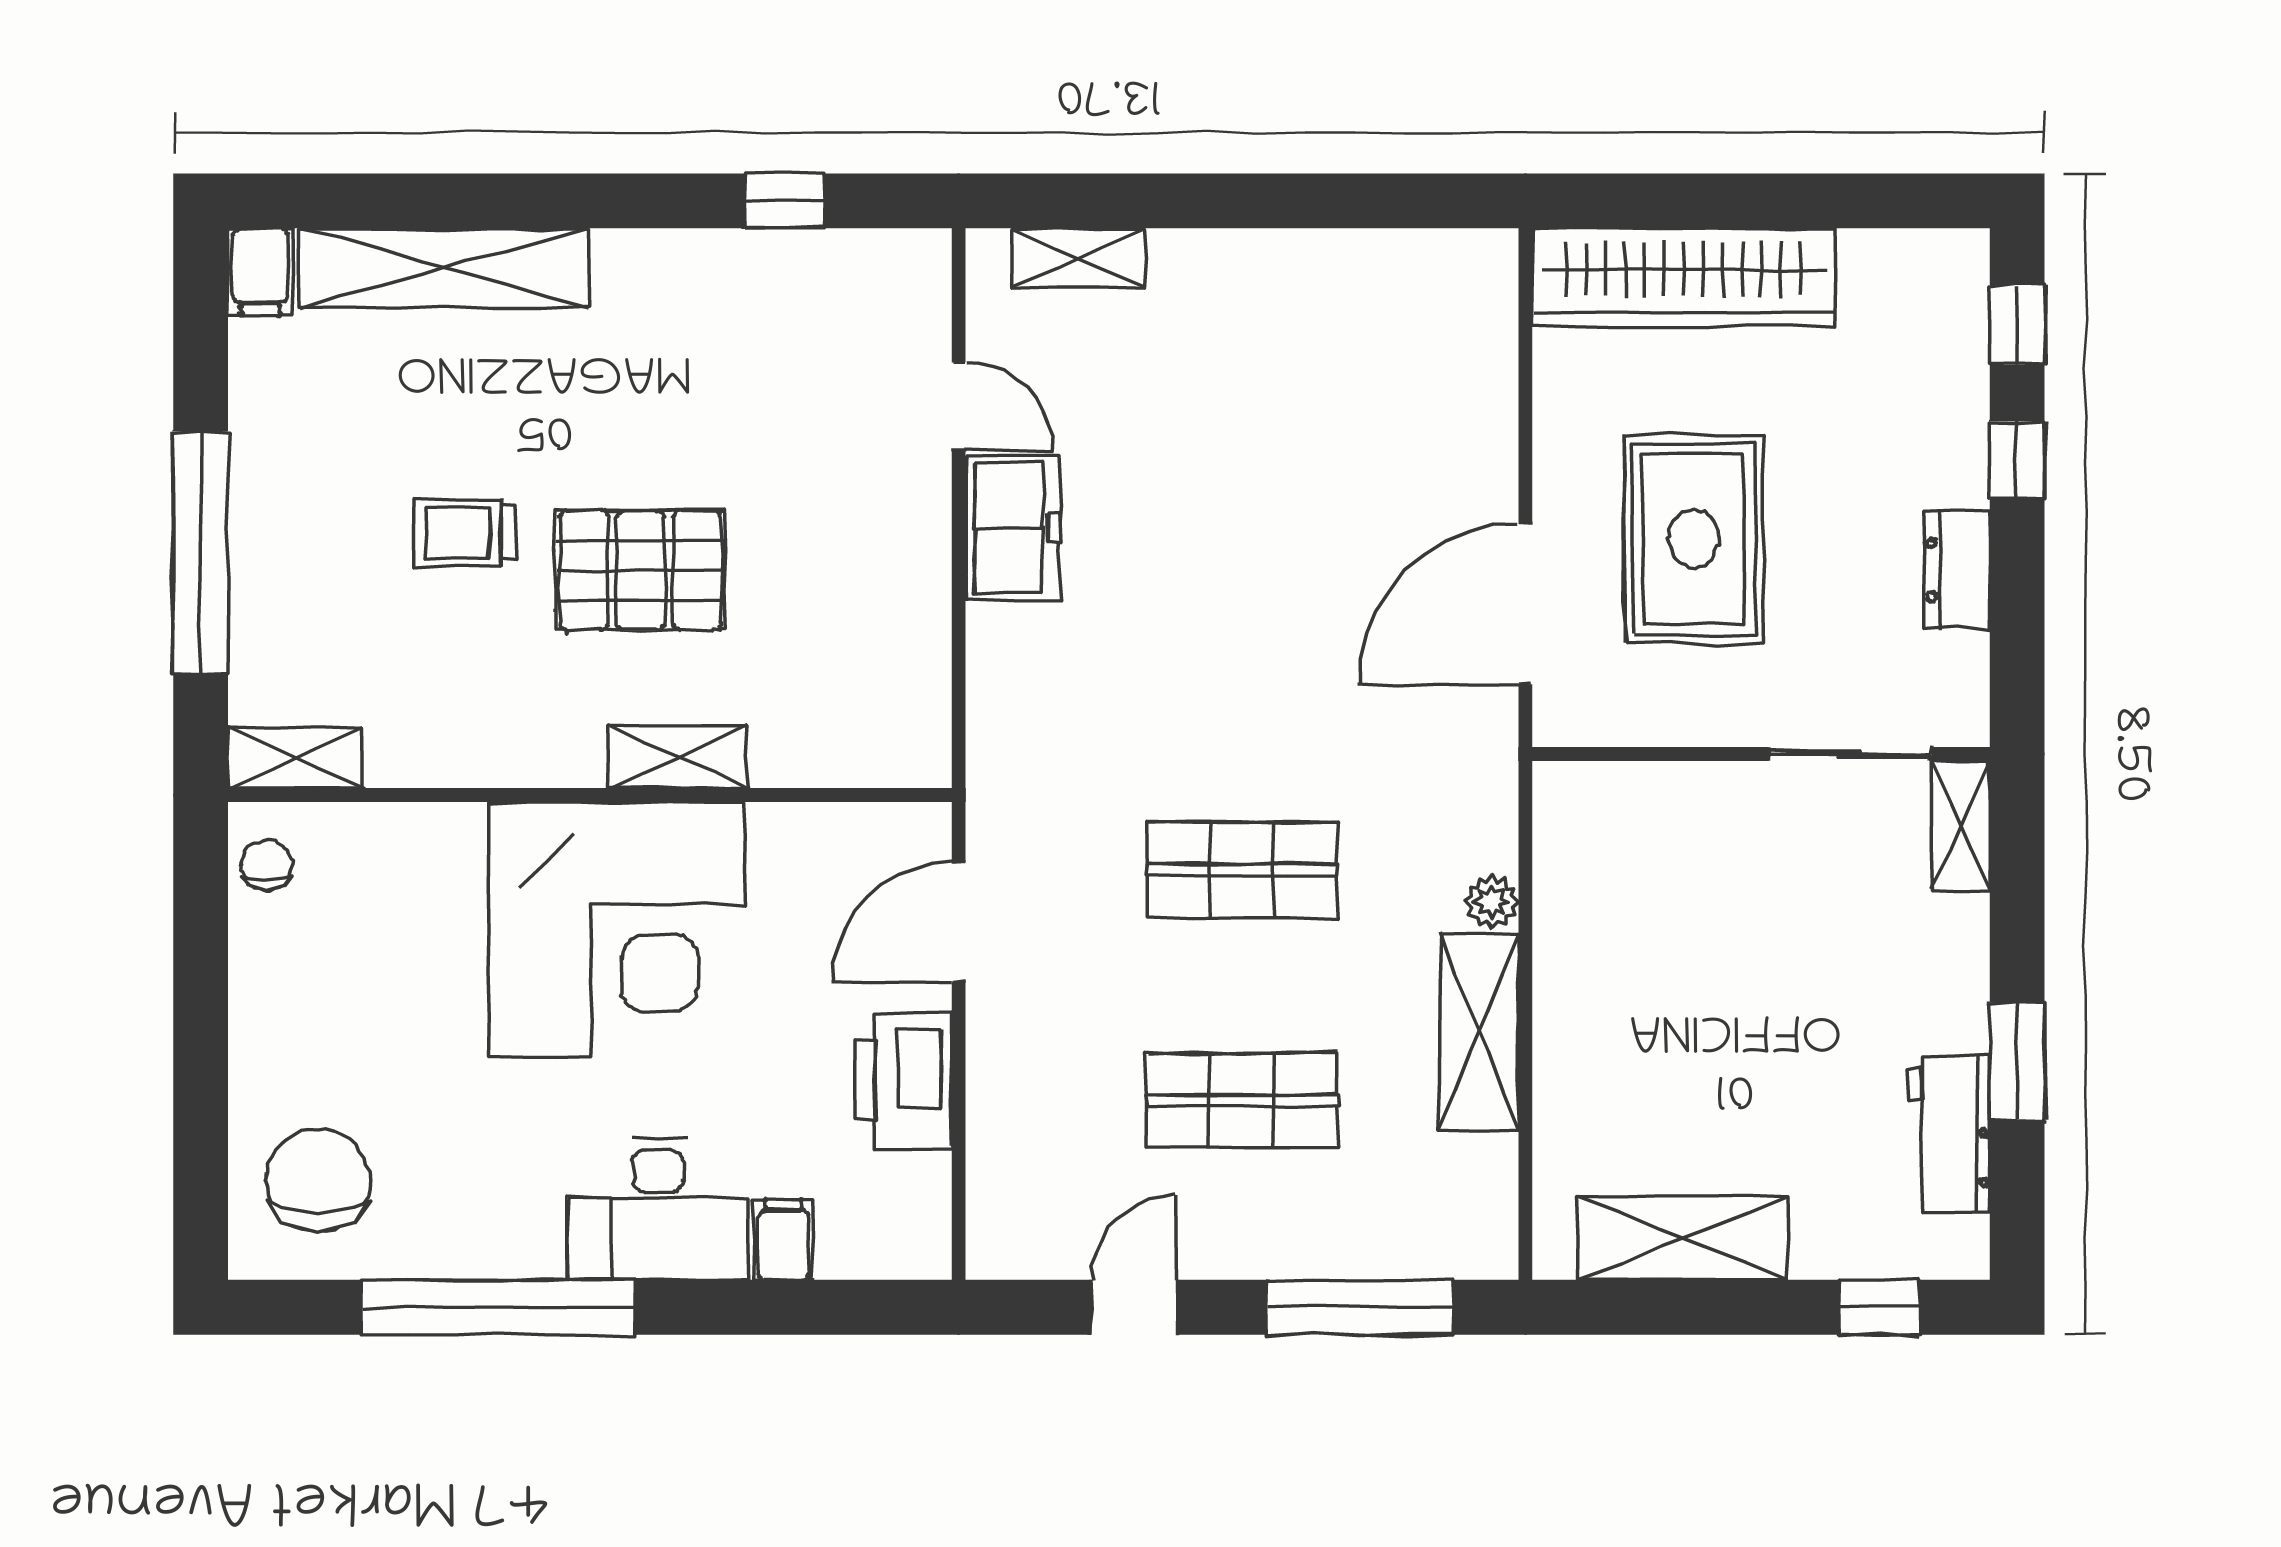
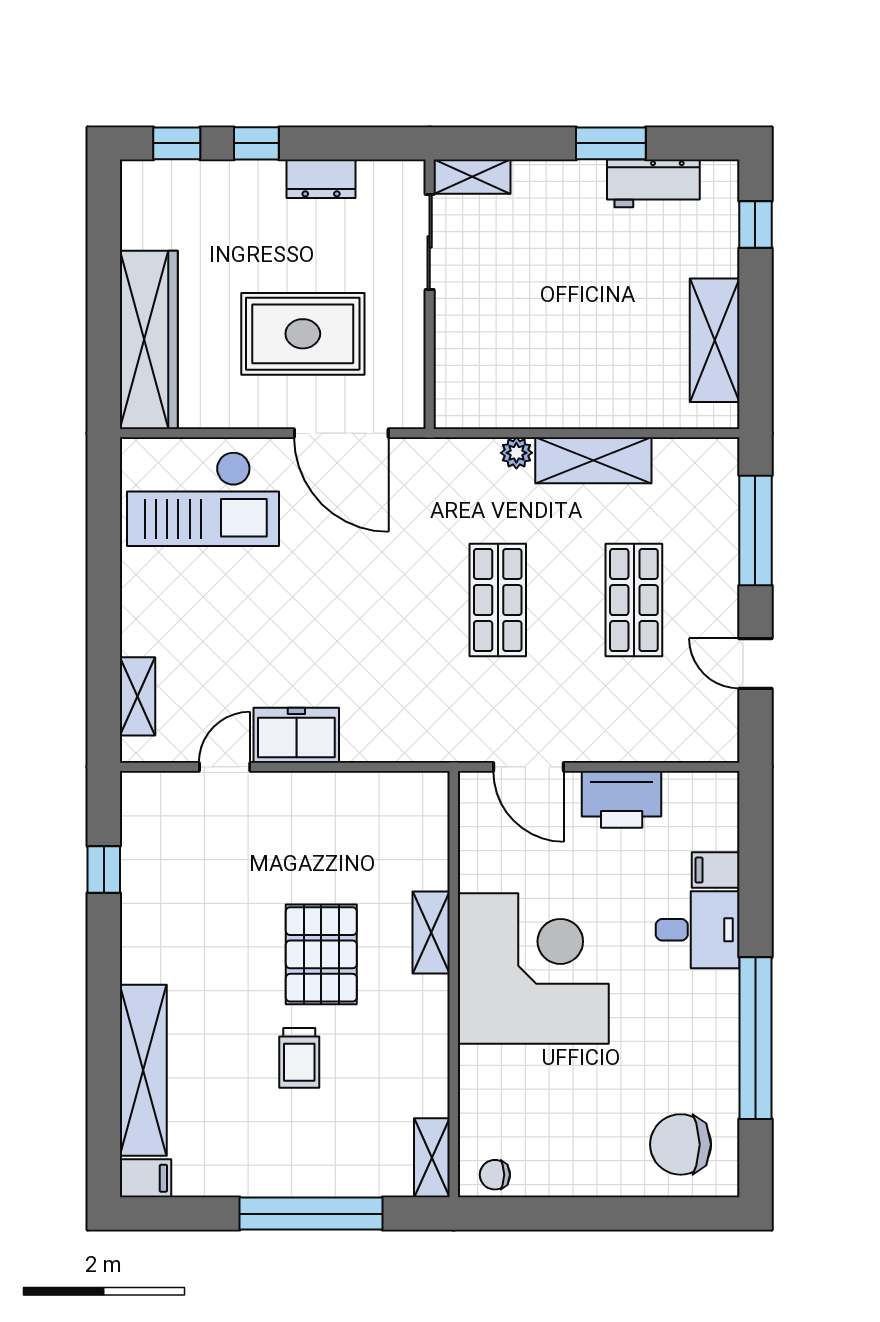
checkout: (1414, 369) -> (203, 499), added
desk: (658, 1209) -> (698, 930), width x0.73

